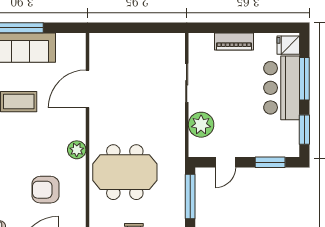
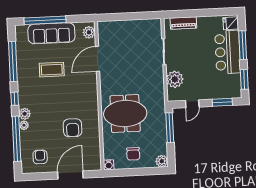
piano: (234, 41) -> (183, 23), moved
plant: (77, 150) -> (89, 32), moved
armchair: (46, 190) -> (73, 128), turned -90

